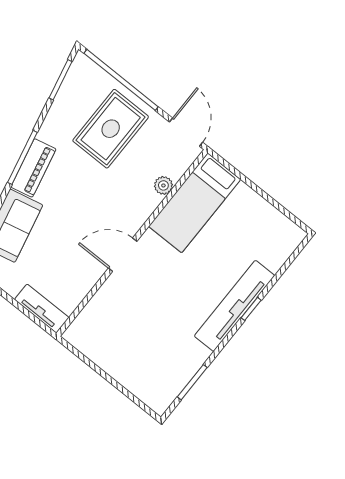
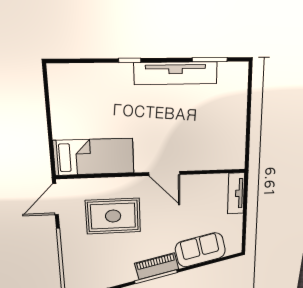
rug: (111, 129) -> (113, 216), moved
plant: (163, 185) -> (100, 185), removed
tv unit: (235, 306) -> (176, 73), moved

